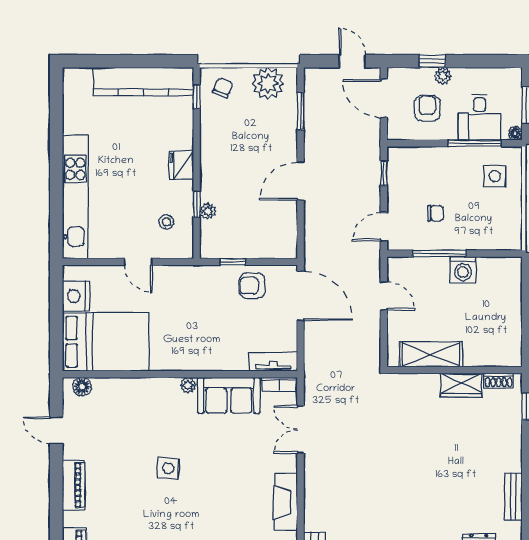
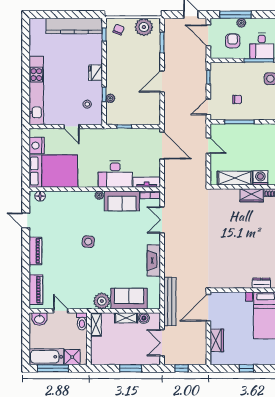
window: (432, 61) -> (236, 15), width x2.17
washing machine: (463, 270) -> (260, 178), moved, turned 180
armchair: (252, 286) -> (135, 140), removed
desk: (217, 347) -> (115, 174), added

